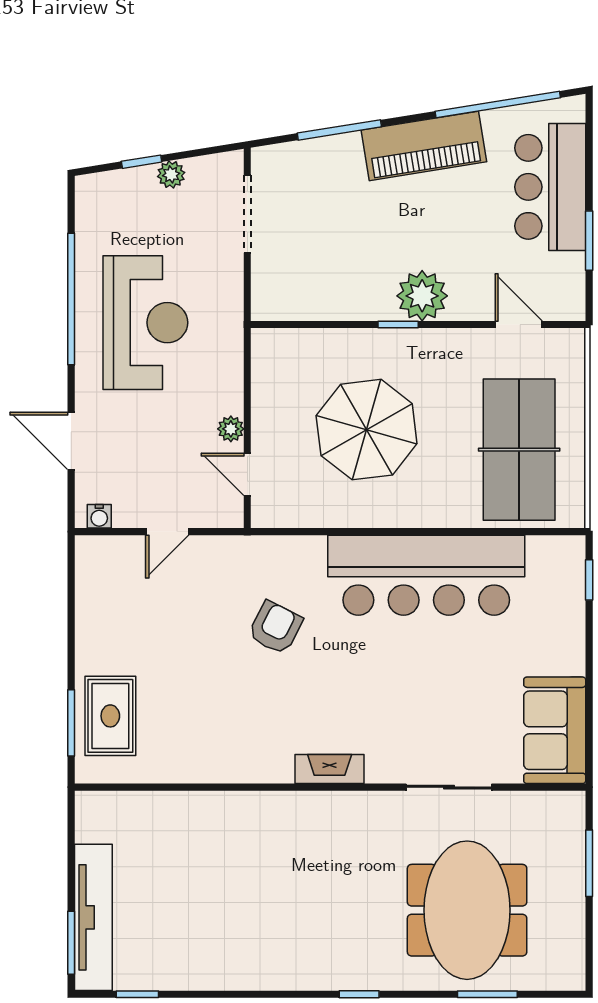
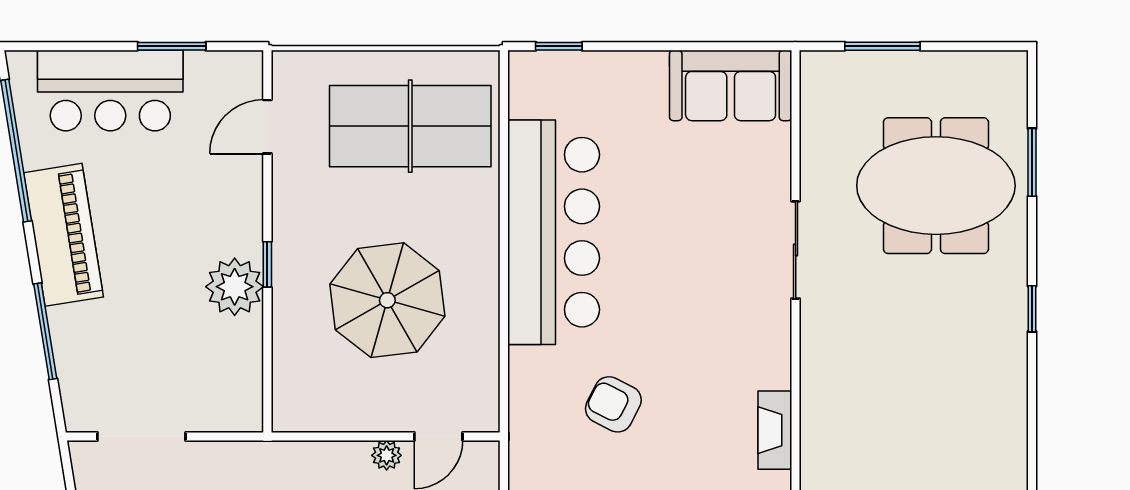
plant: (422, 296) -> (235, 287), moved
fireplace: (330, 769) -> (775, 430), moved
sliding door: (449, 787) -> (796, 250), moved

